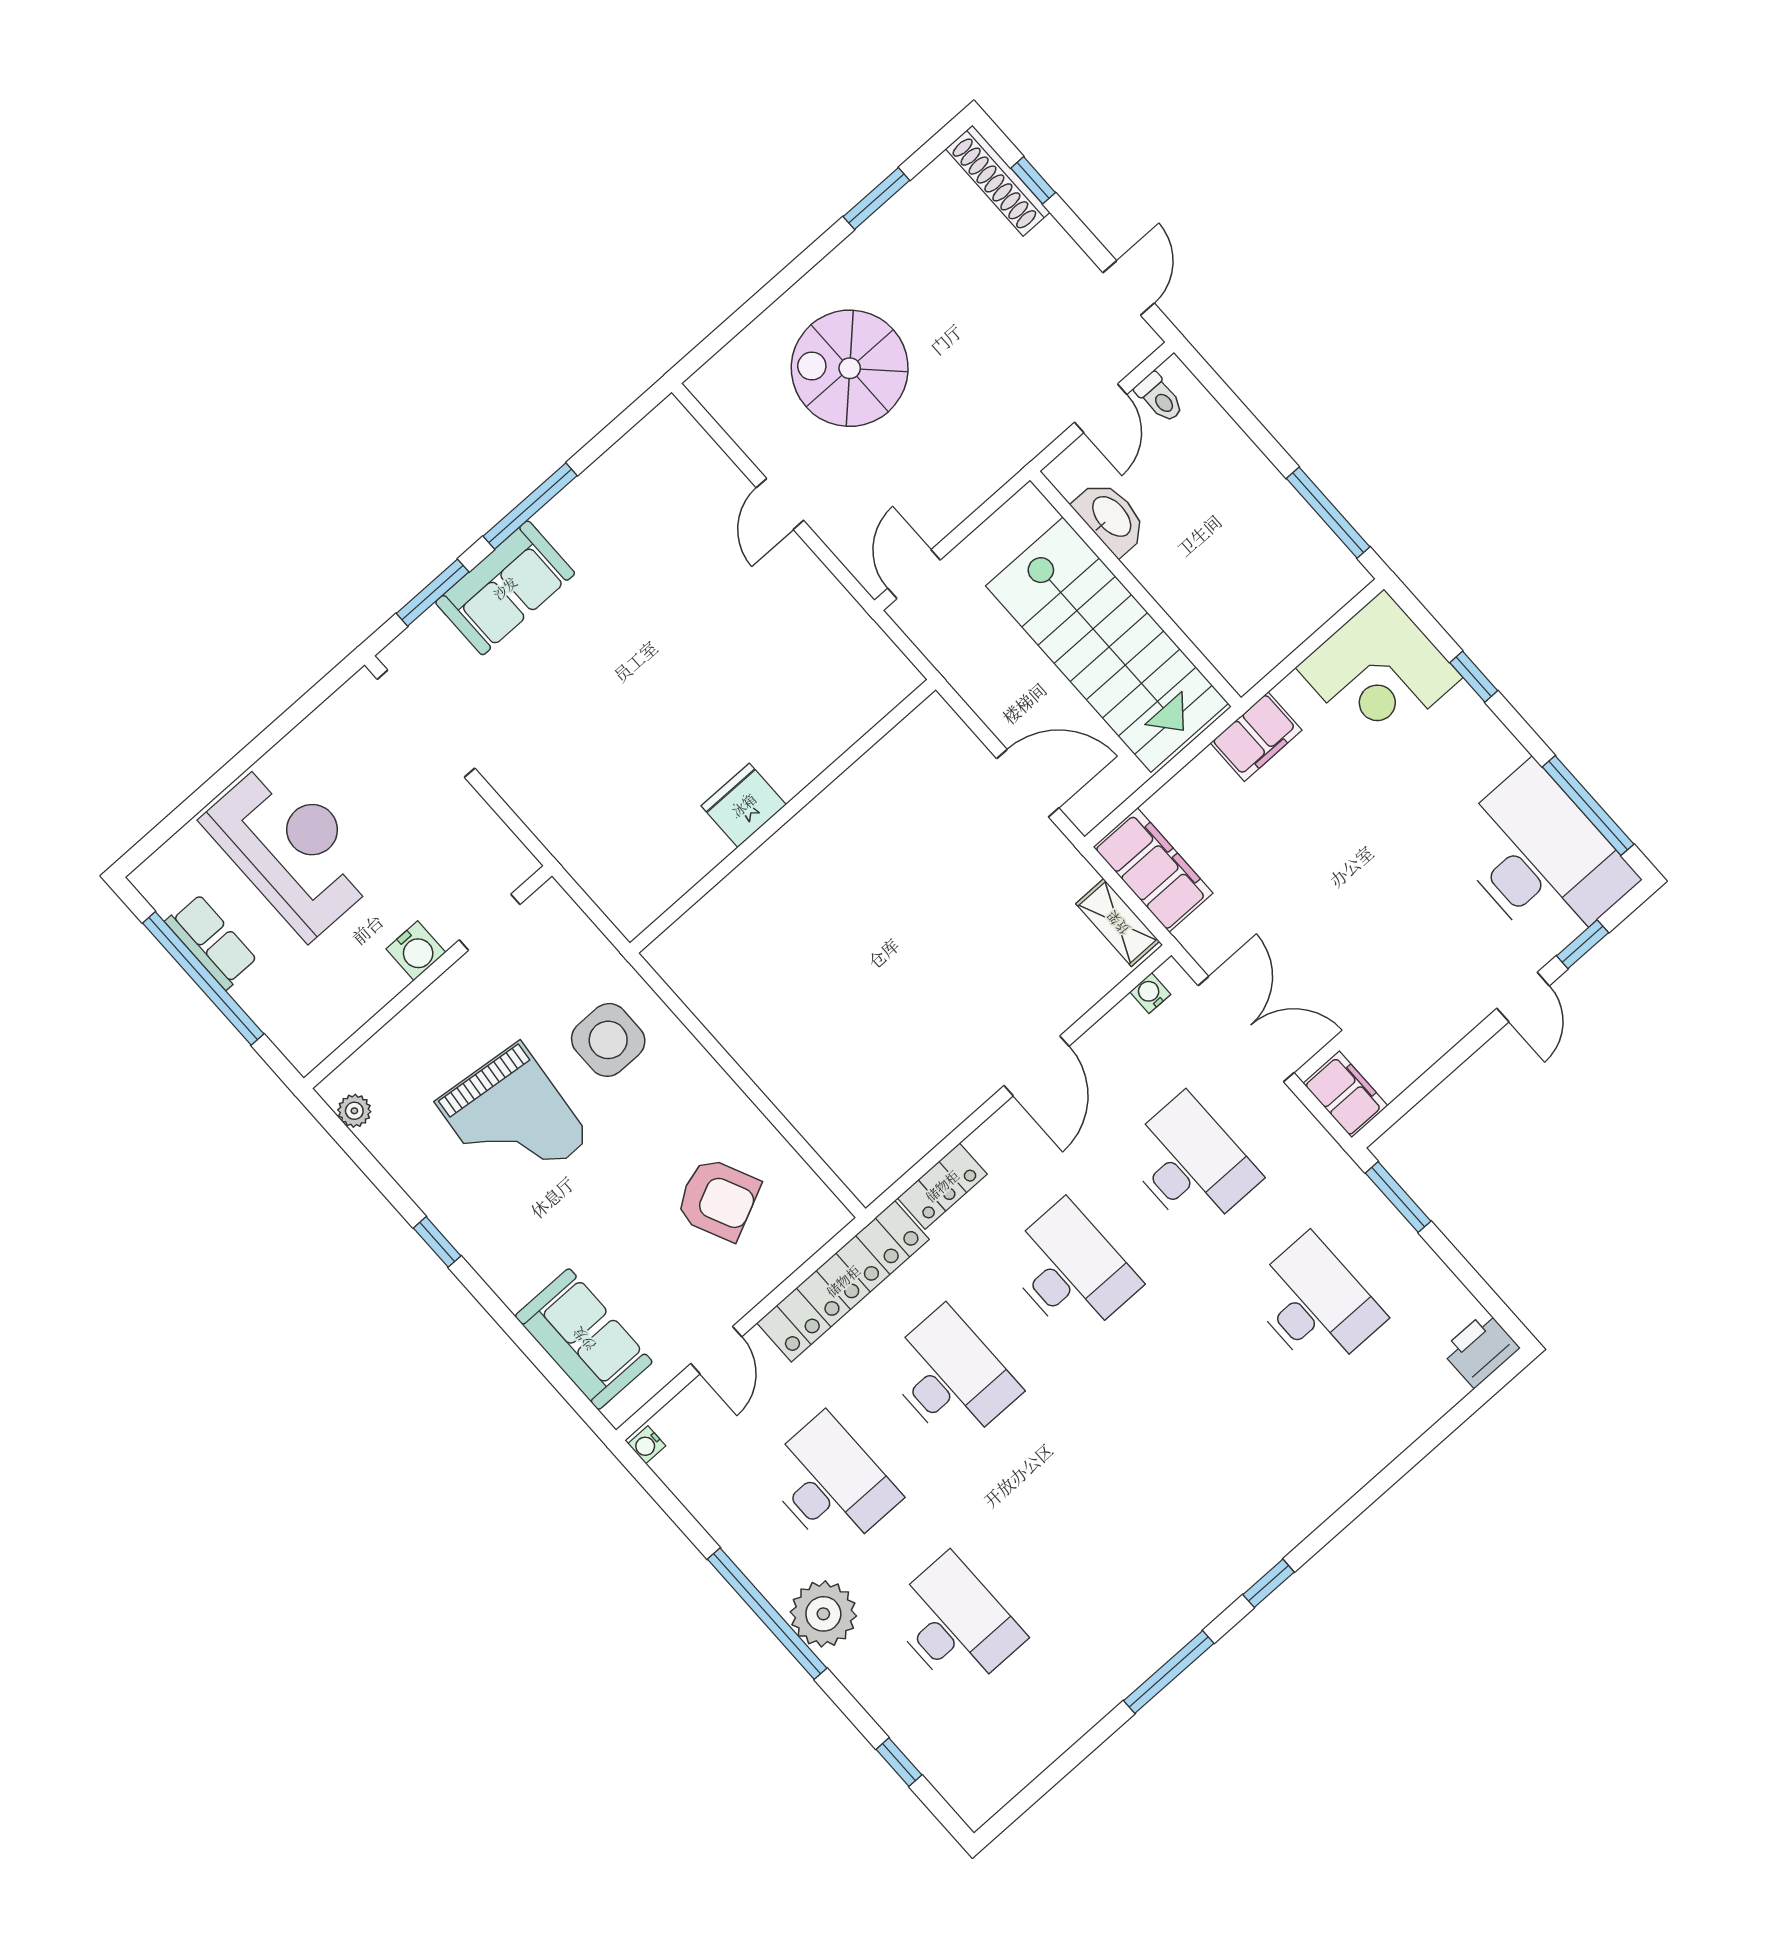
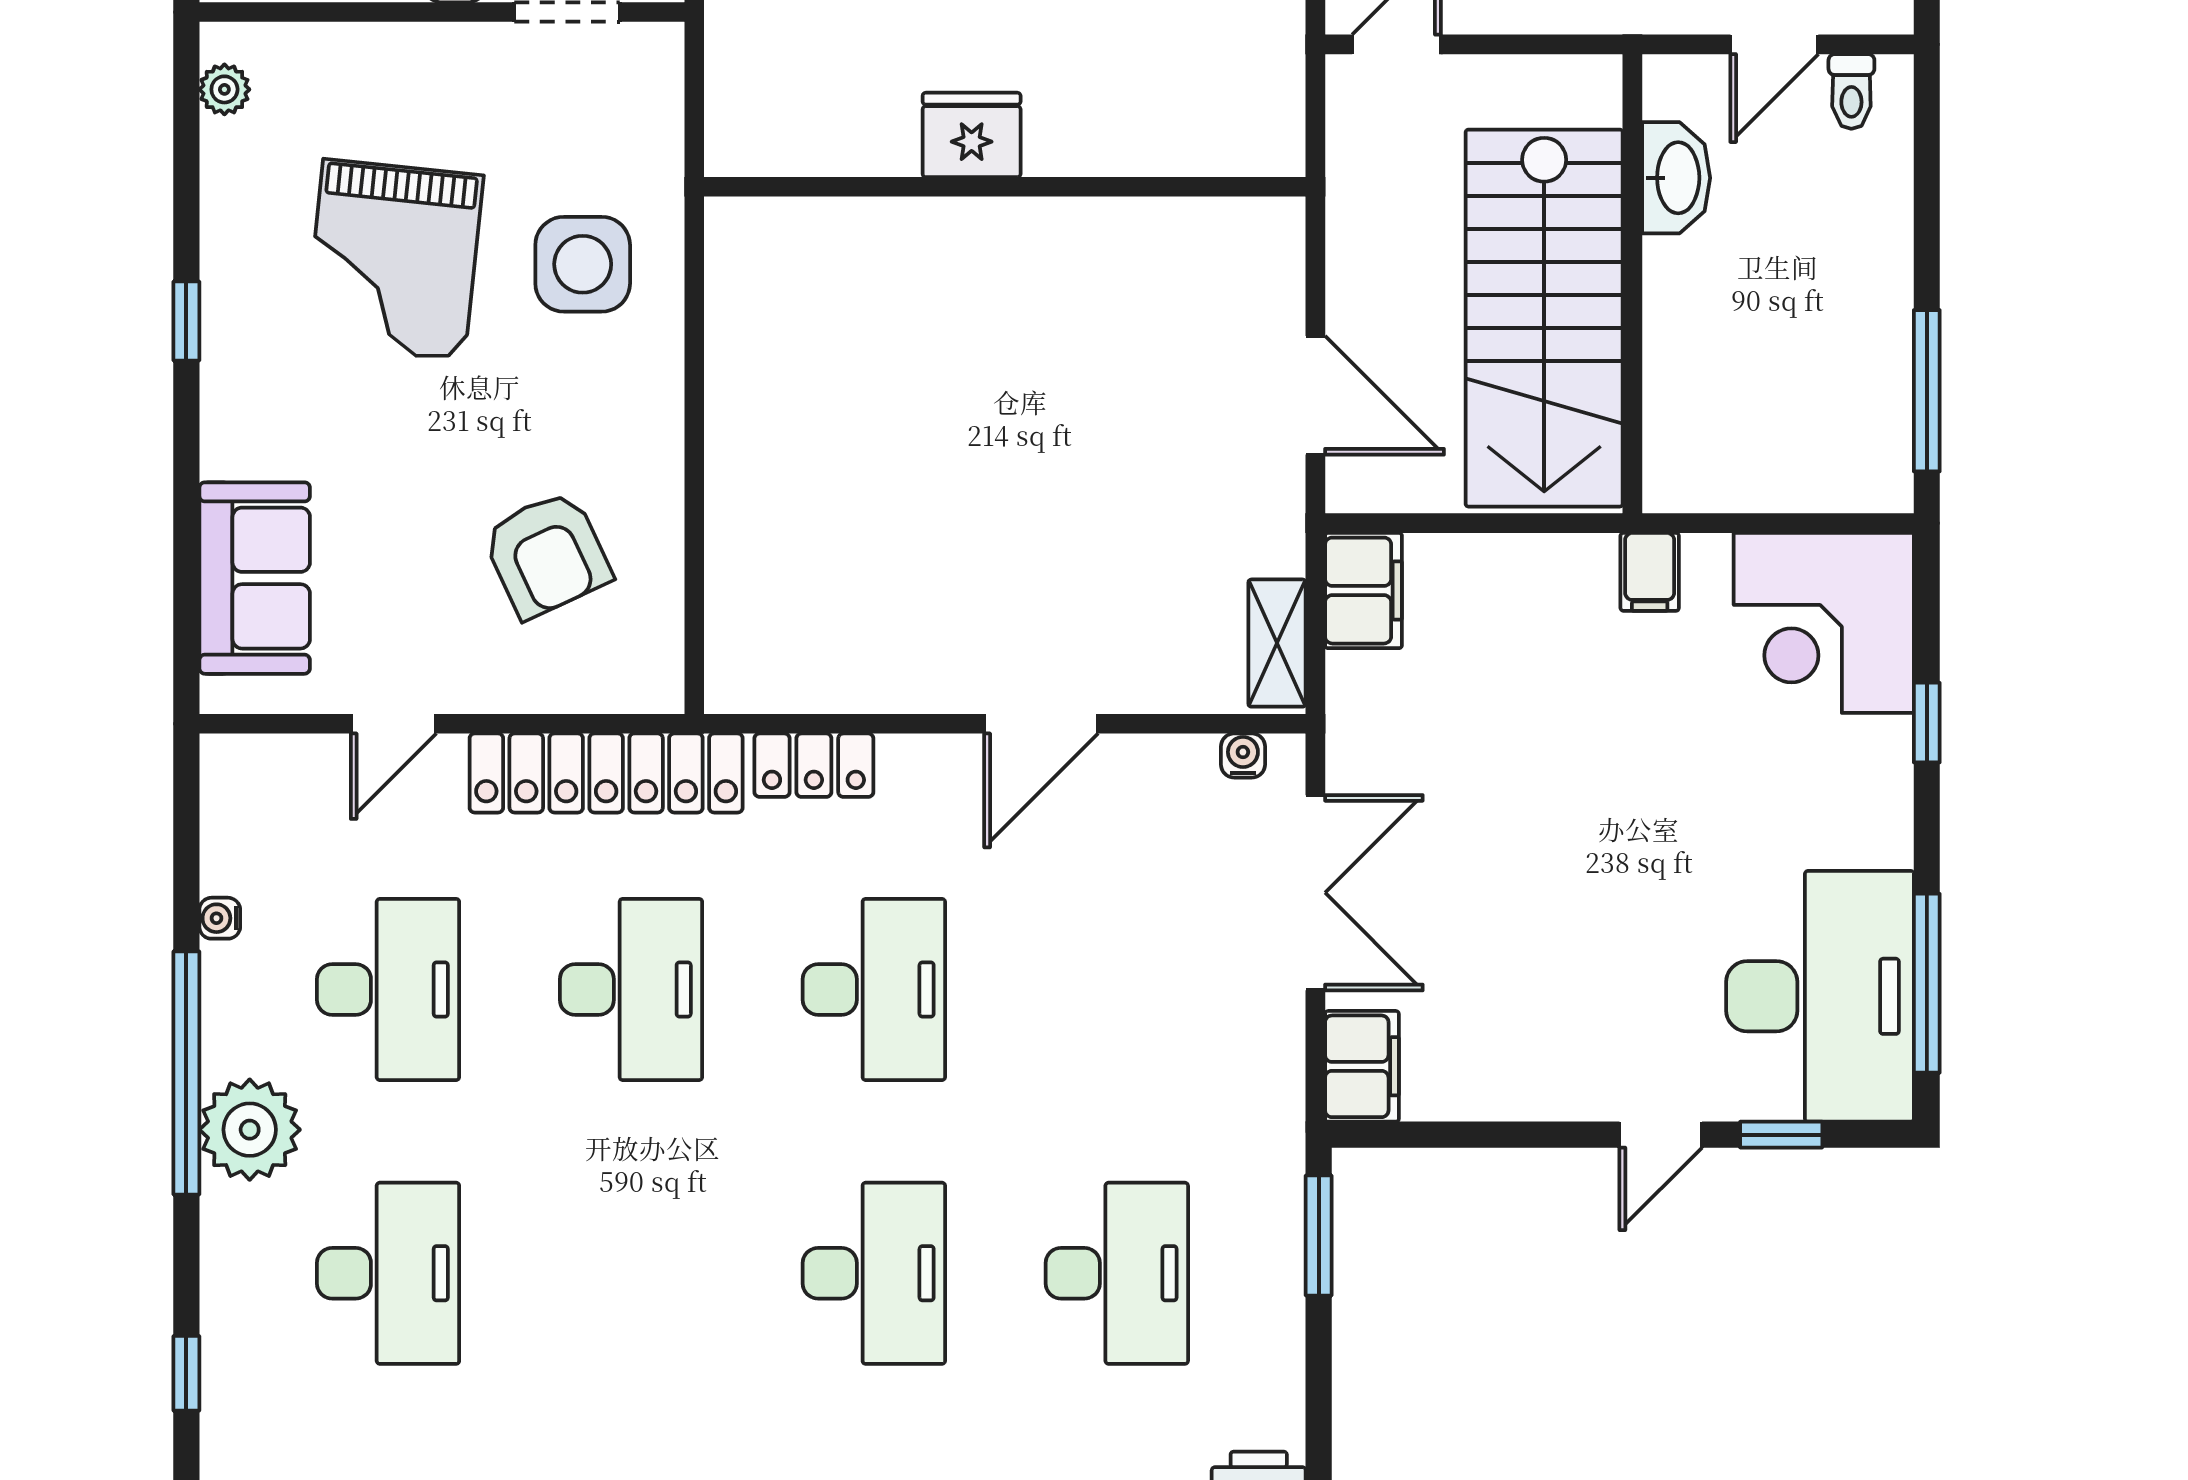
filing cabinet: (1256, 737) -> (1650, 572), width x0.50
filing cabinet: (1153, 870) -> (1363, 591), width x0.67, depth x0.86
desk: (1190, 1164) -> (874, 1273), moved
water cooler: (647, 1445) -> (220, 918), moved

